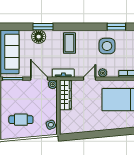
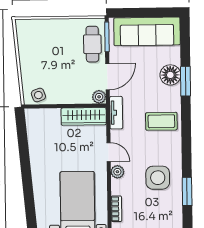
cafe table: (21, 120) -> (92, 44), moved

